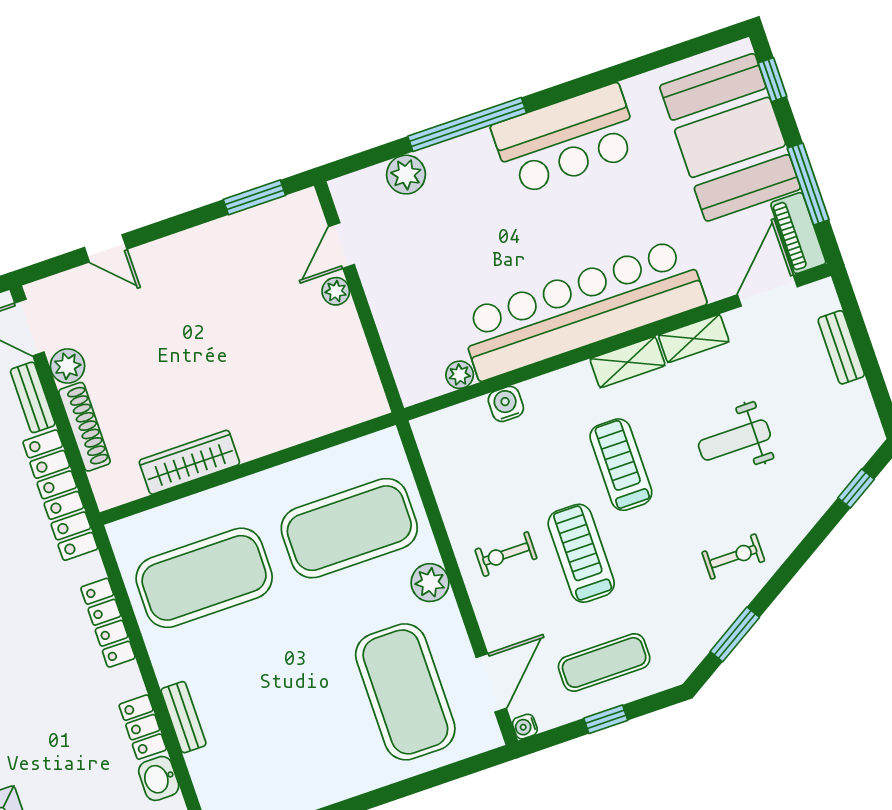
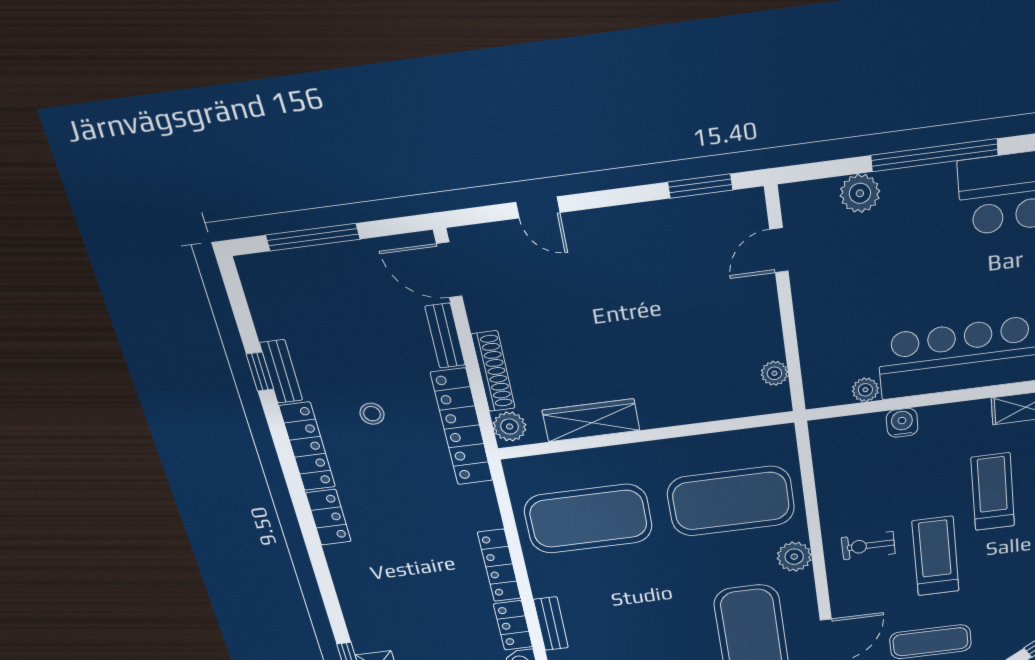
plant: (336, 291) -> (774, 373), moved
plant: (68, 366) -> (510, 426), moved
locker: (108, 623) -> (499, 565), moved

